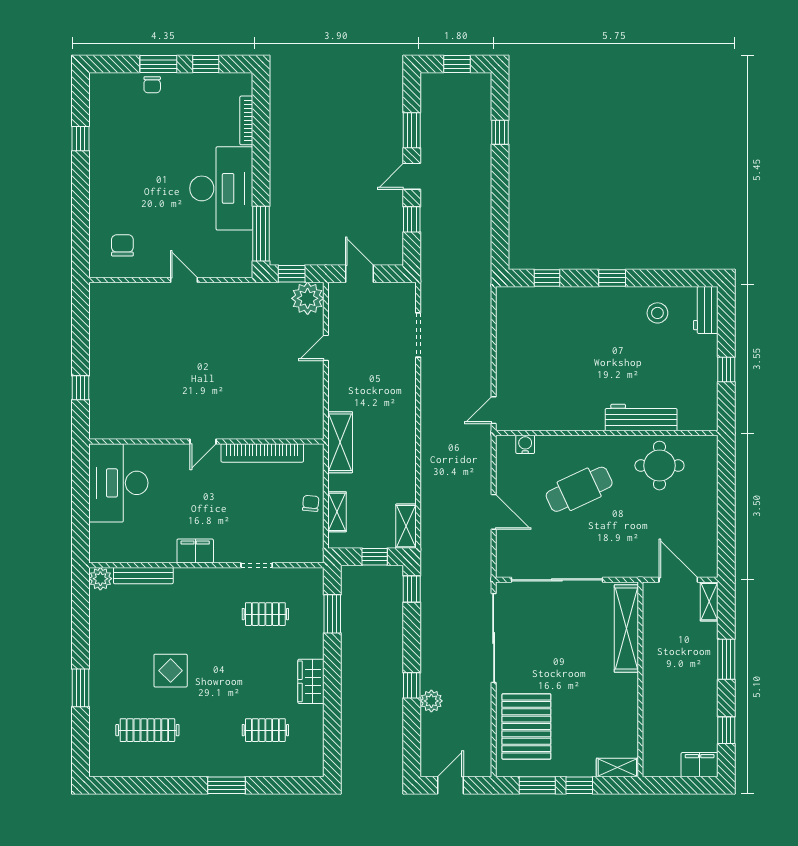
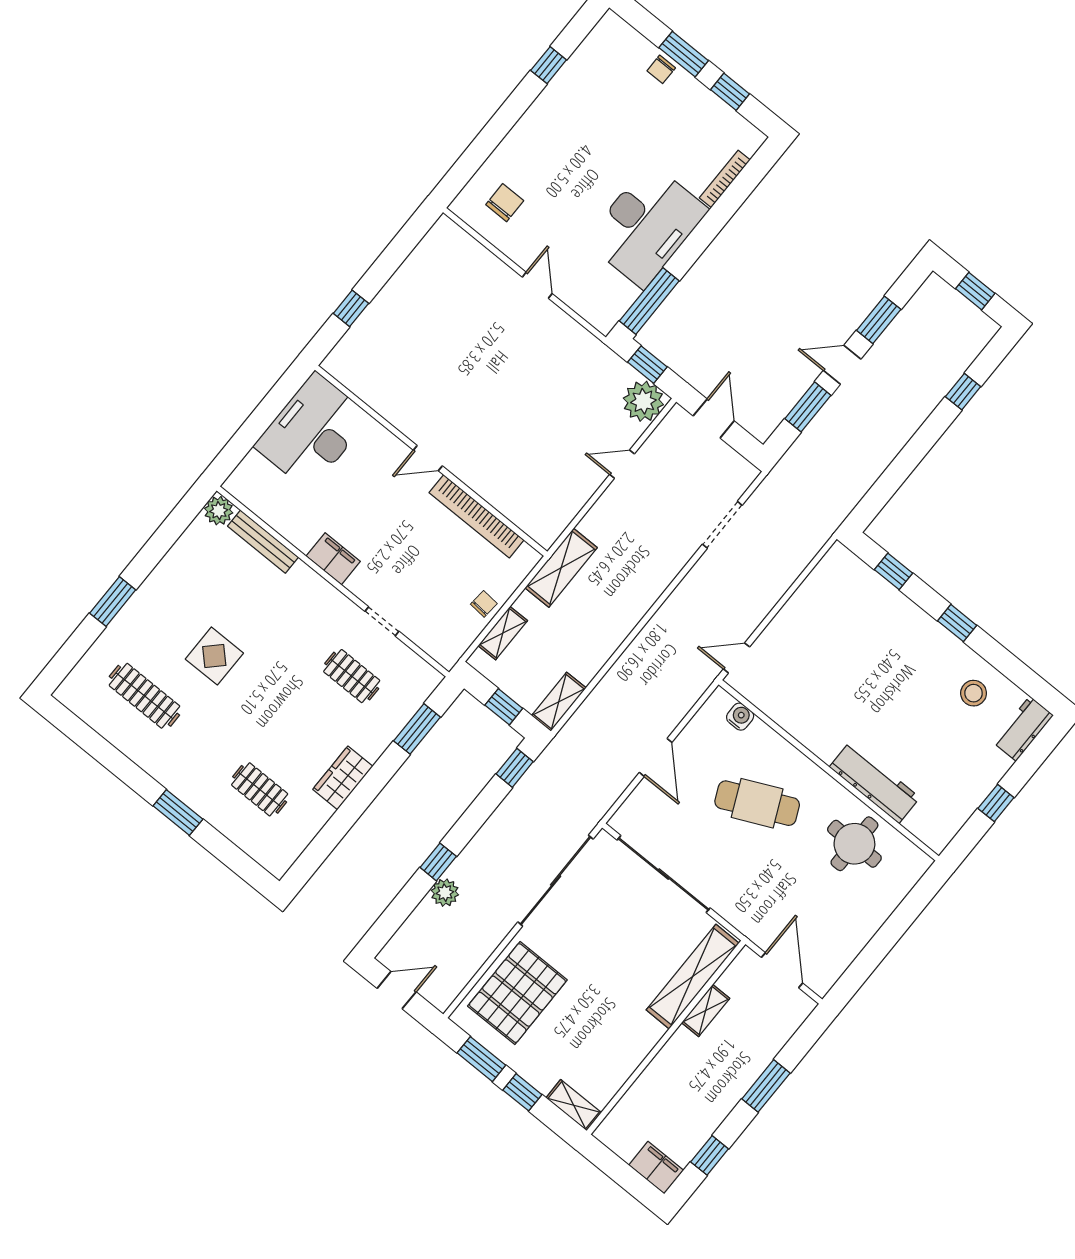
window: (412, 219) -> (808, 407), width x1.50
shelving: (709, 602) -> (706, 1011), moved

